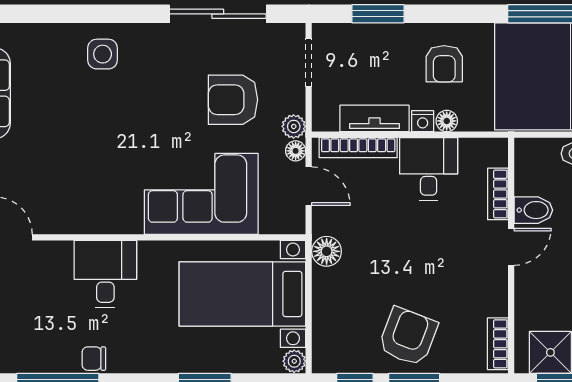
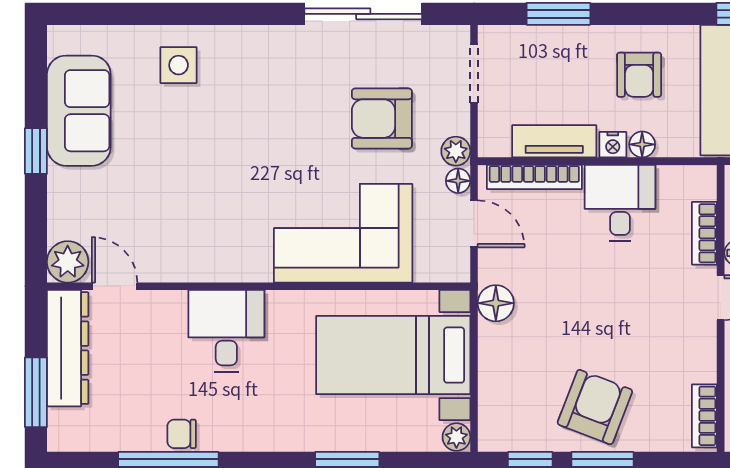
side table: (103, 54) -> (179, 65), moved
chair: (94, 359) -> (182, 434), moved

